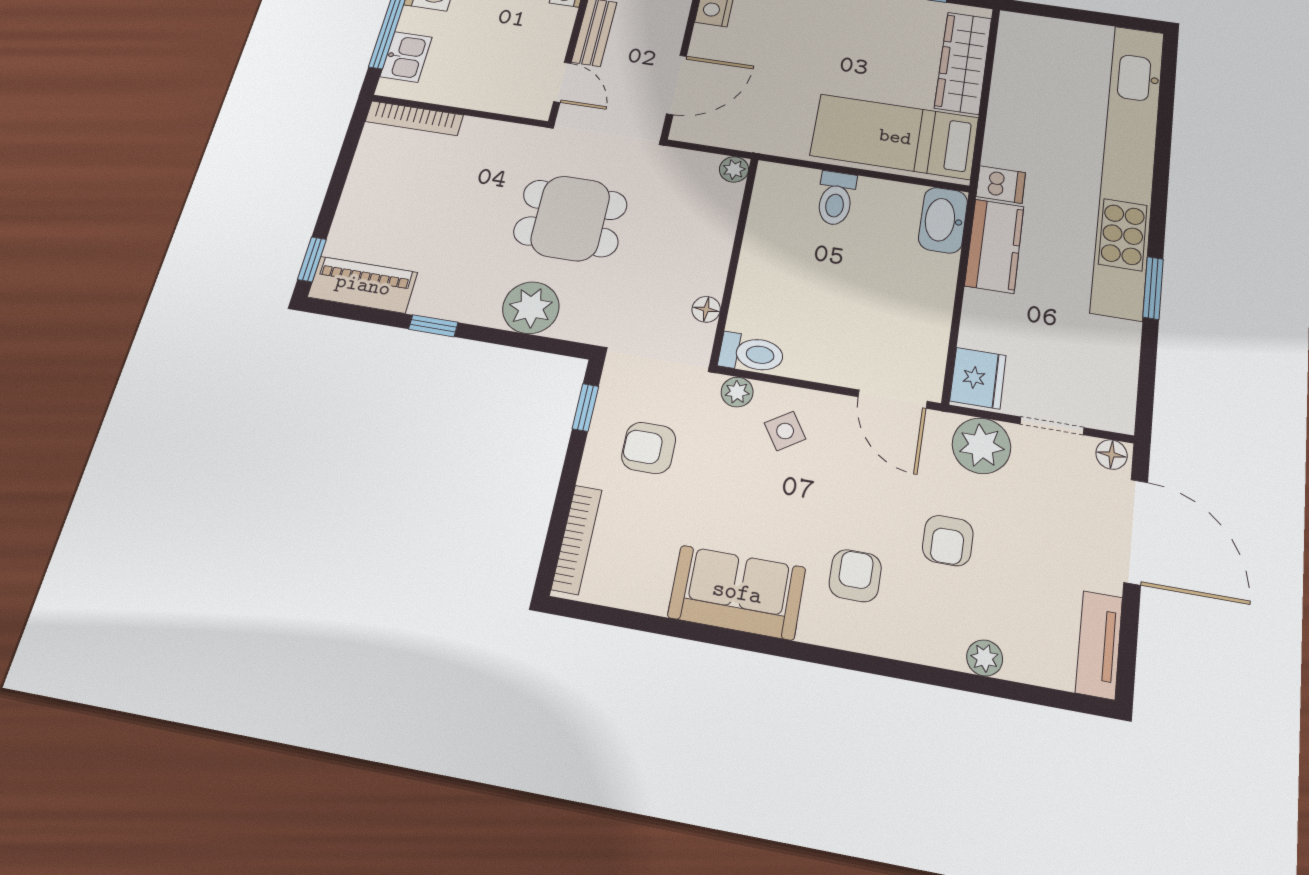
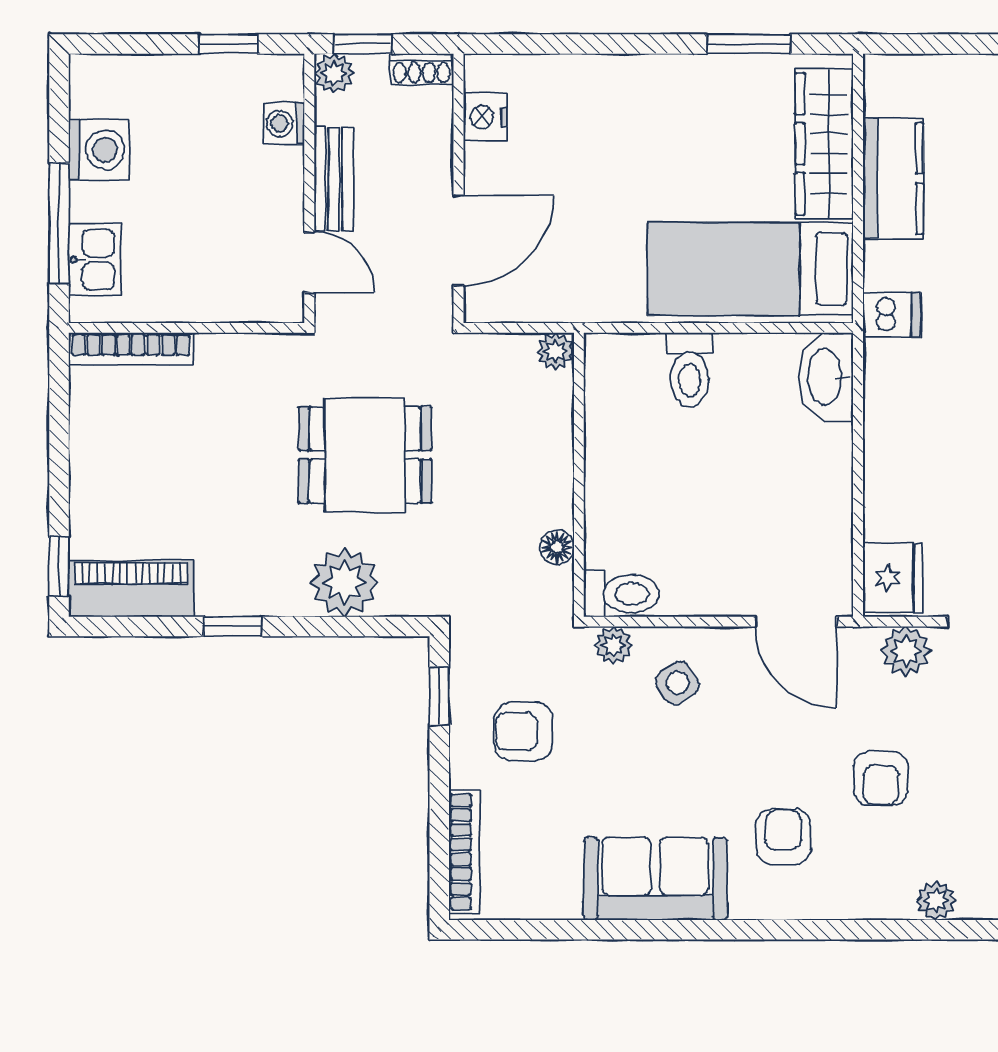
kitchen counter: (994, 246) -> (893, 178), moved
plant: (981, 446) -> (906, 651), width x0.73, depth x0.73

